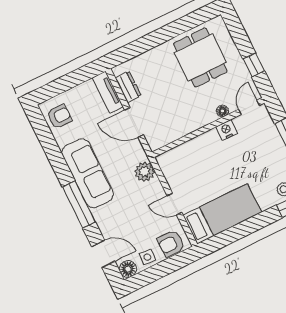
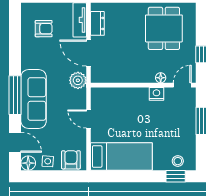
armchair: (60, 116) -> (44, 29), moved
plant: (145, 172) -> (78, 80), moved
sofa: (88, 173) -> (34, 99), moved
door: (174, 204) -> (88, 119), moved
armchair: (171, 243) -> (71, 160), turned 90

